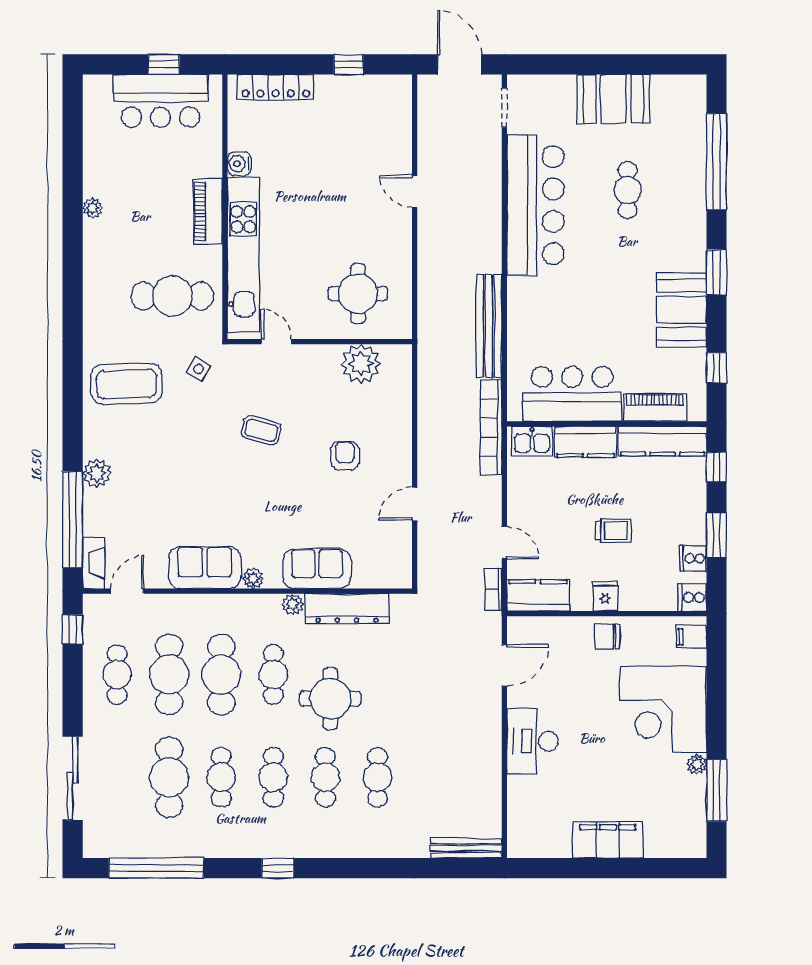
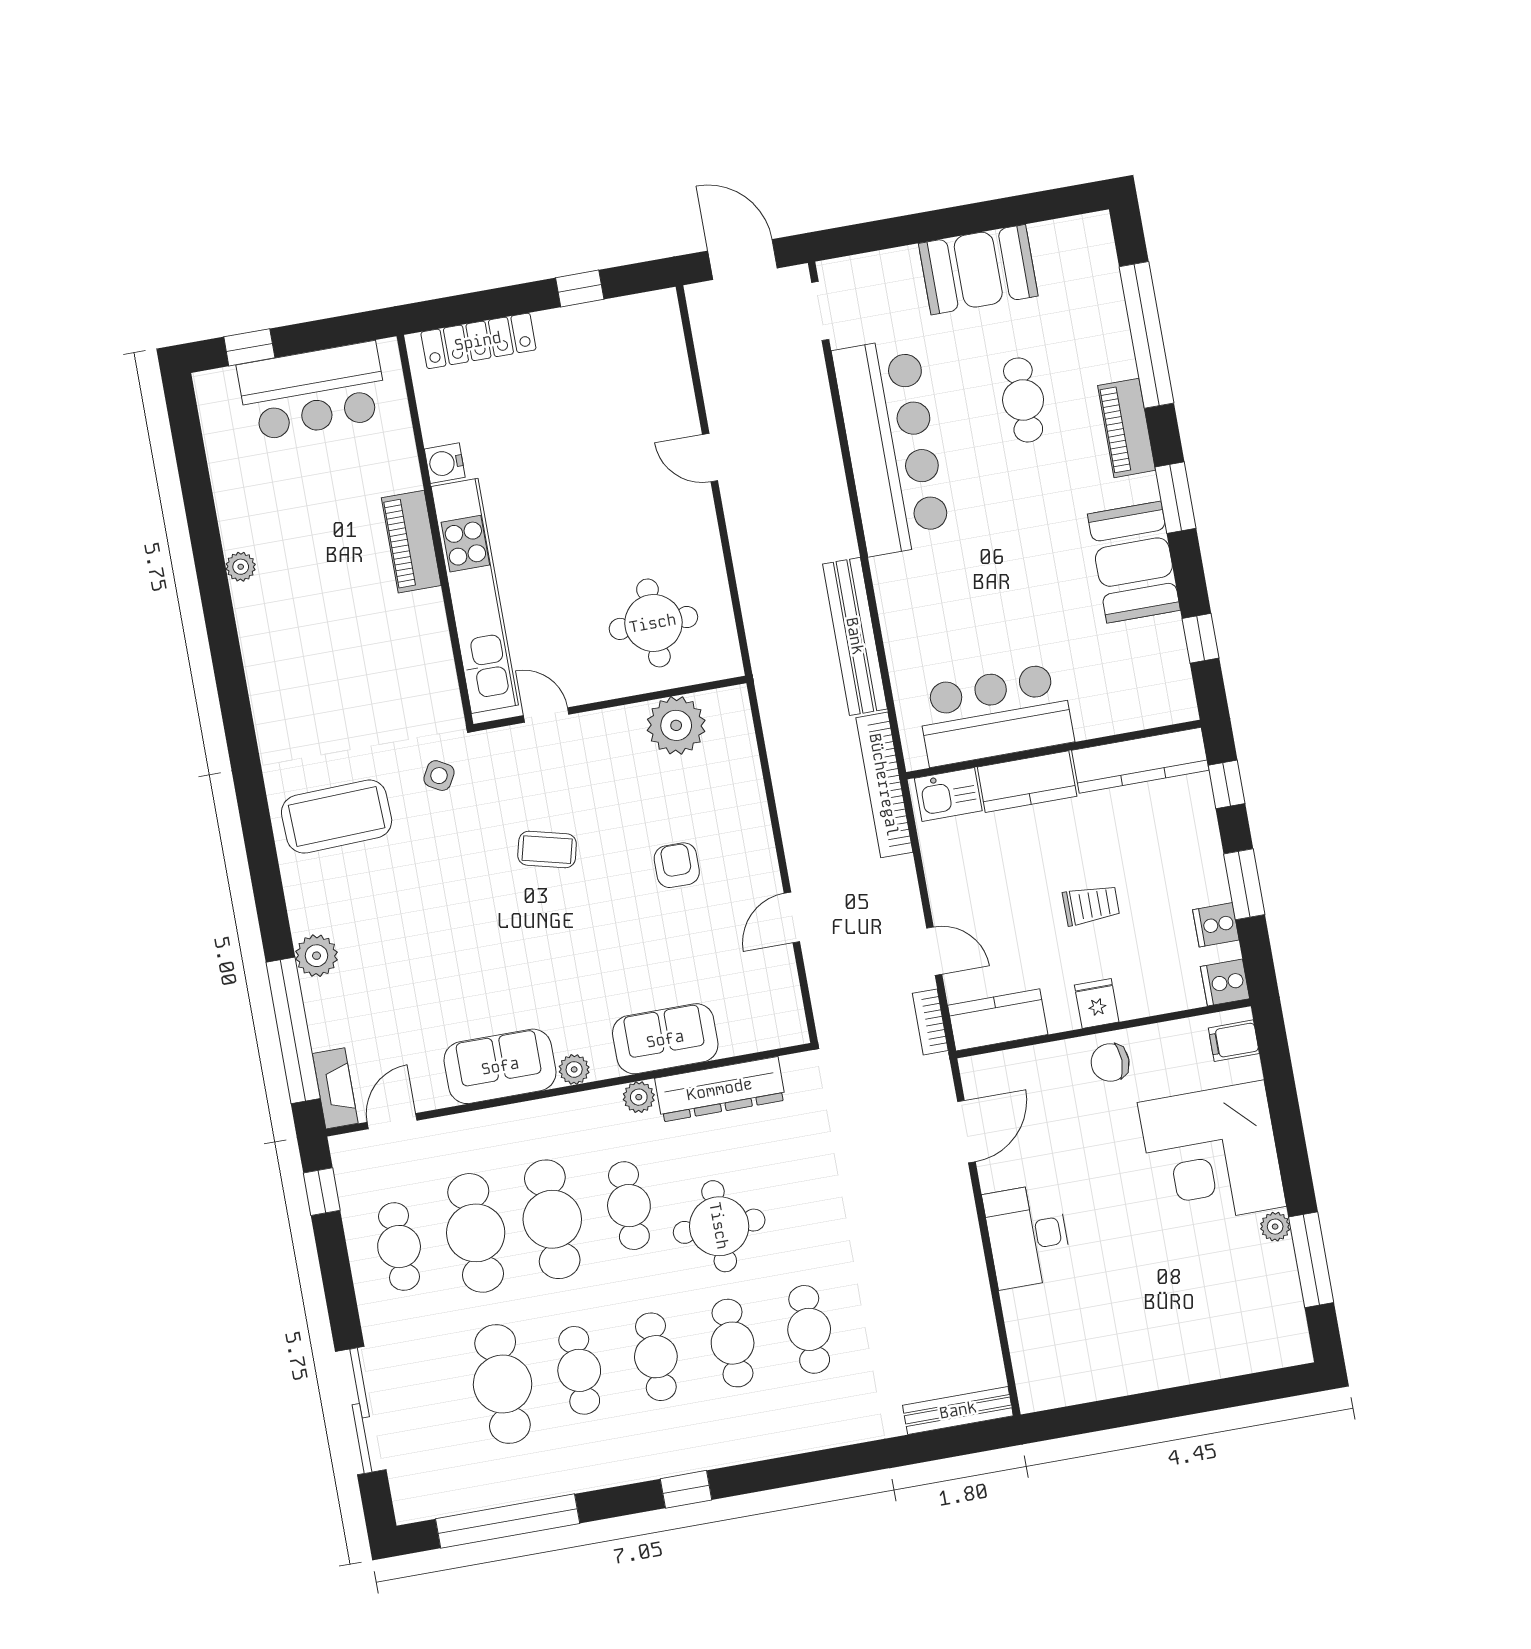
window: (164, 64) -> (249, 347), moved
cafe table: (172, 296) -> (381, 675), removed
piano: (655, 407) -> (1127, 428), moved, turned -90
filing cabinet: (608, 840) -> (1164, 1361), removed

